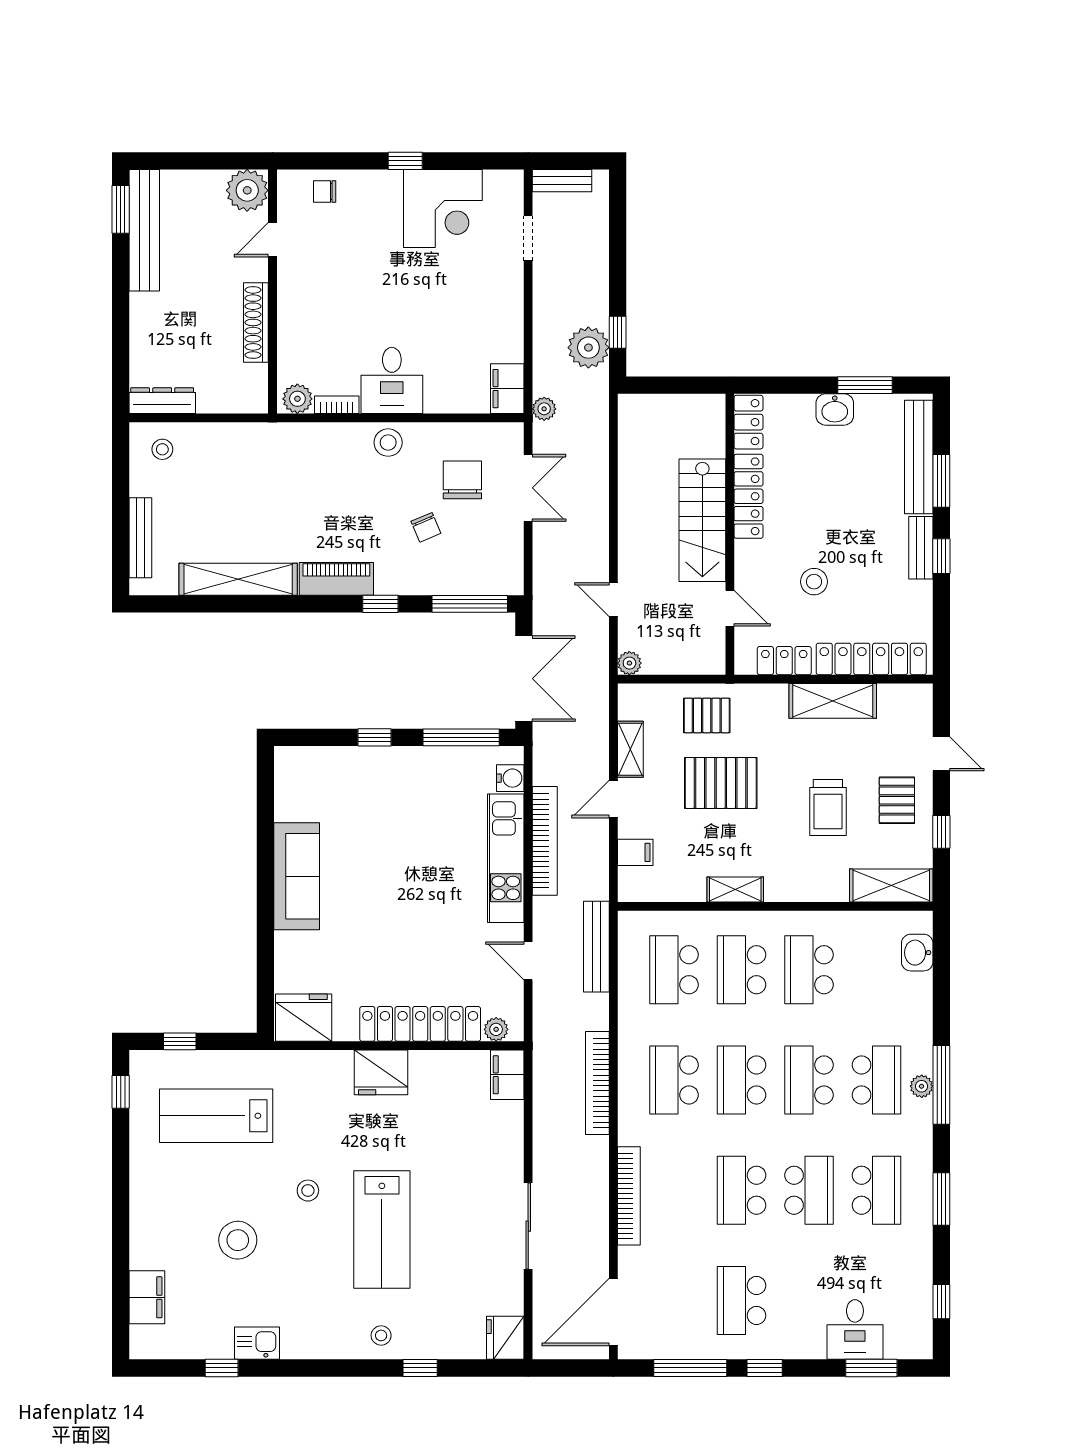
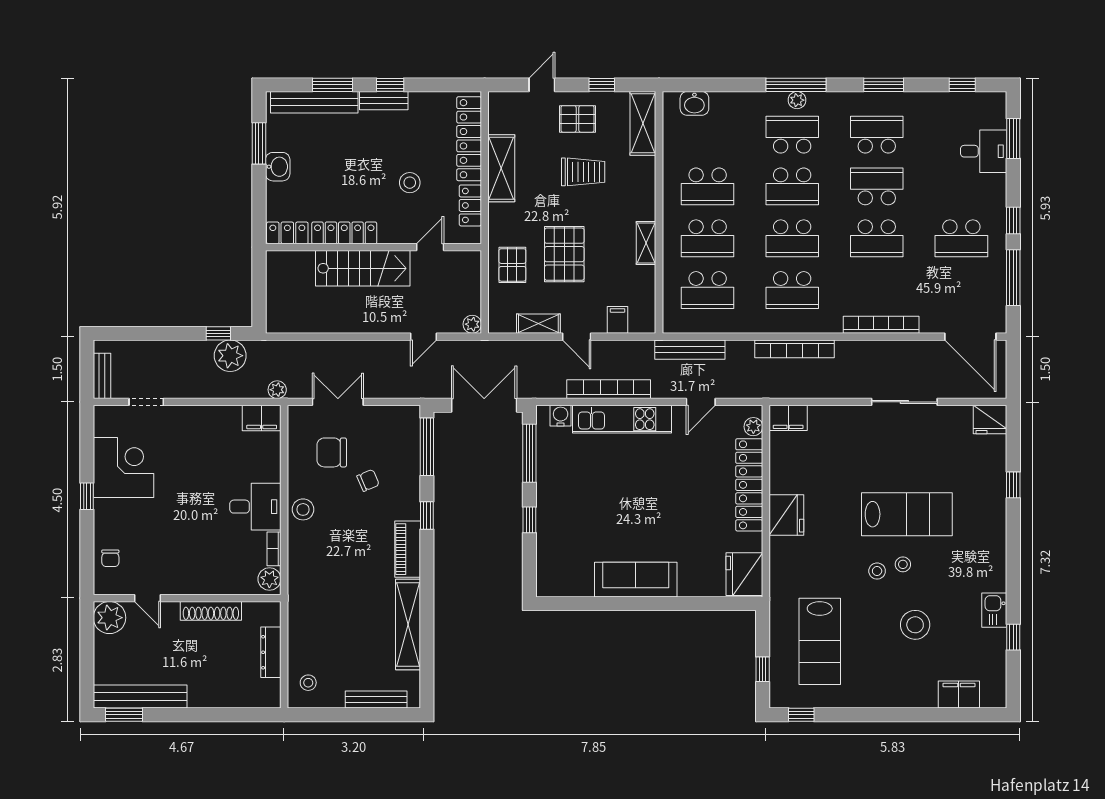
dresser: (162, 401) -> (271, 652), moved
stool: (381, 1335) -> (903, 564), moved

